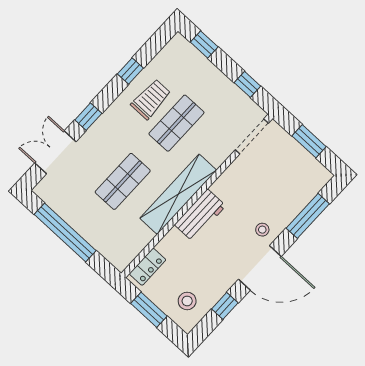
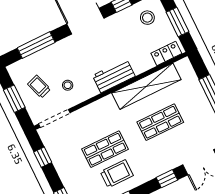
trolley: (151, 99) -> (117, 174), turned 180
trolley: (285, 167) -> (39, 87), added
shelving: (178, 194) -> (146, 86), moved
stool: (262, 230) -> (68, 85), moved

